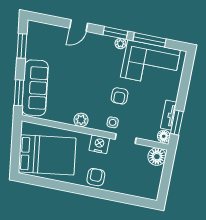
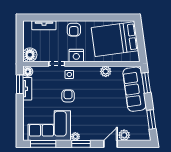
plant: (59, 33) -> (124, 135), added
window: (149, 40) -> (43, 144), moved
plant: (81, 120) -> (106, 71), moved
tv unit: (132, 190) -> (44, 25), added

